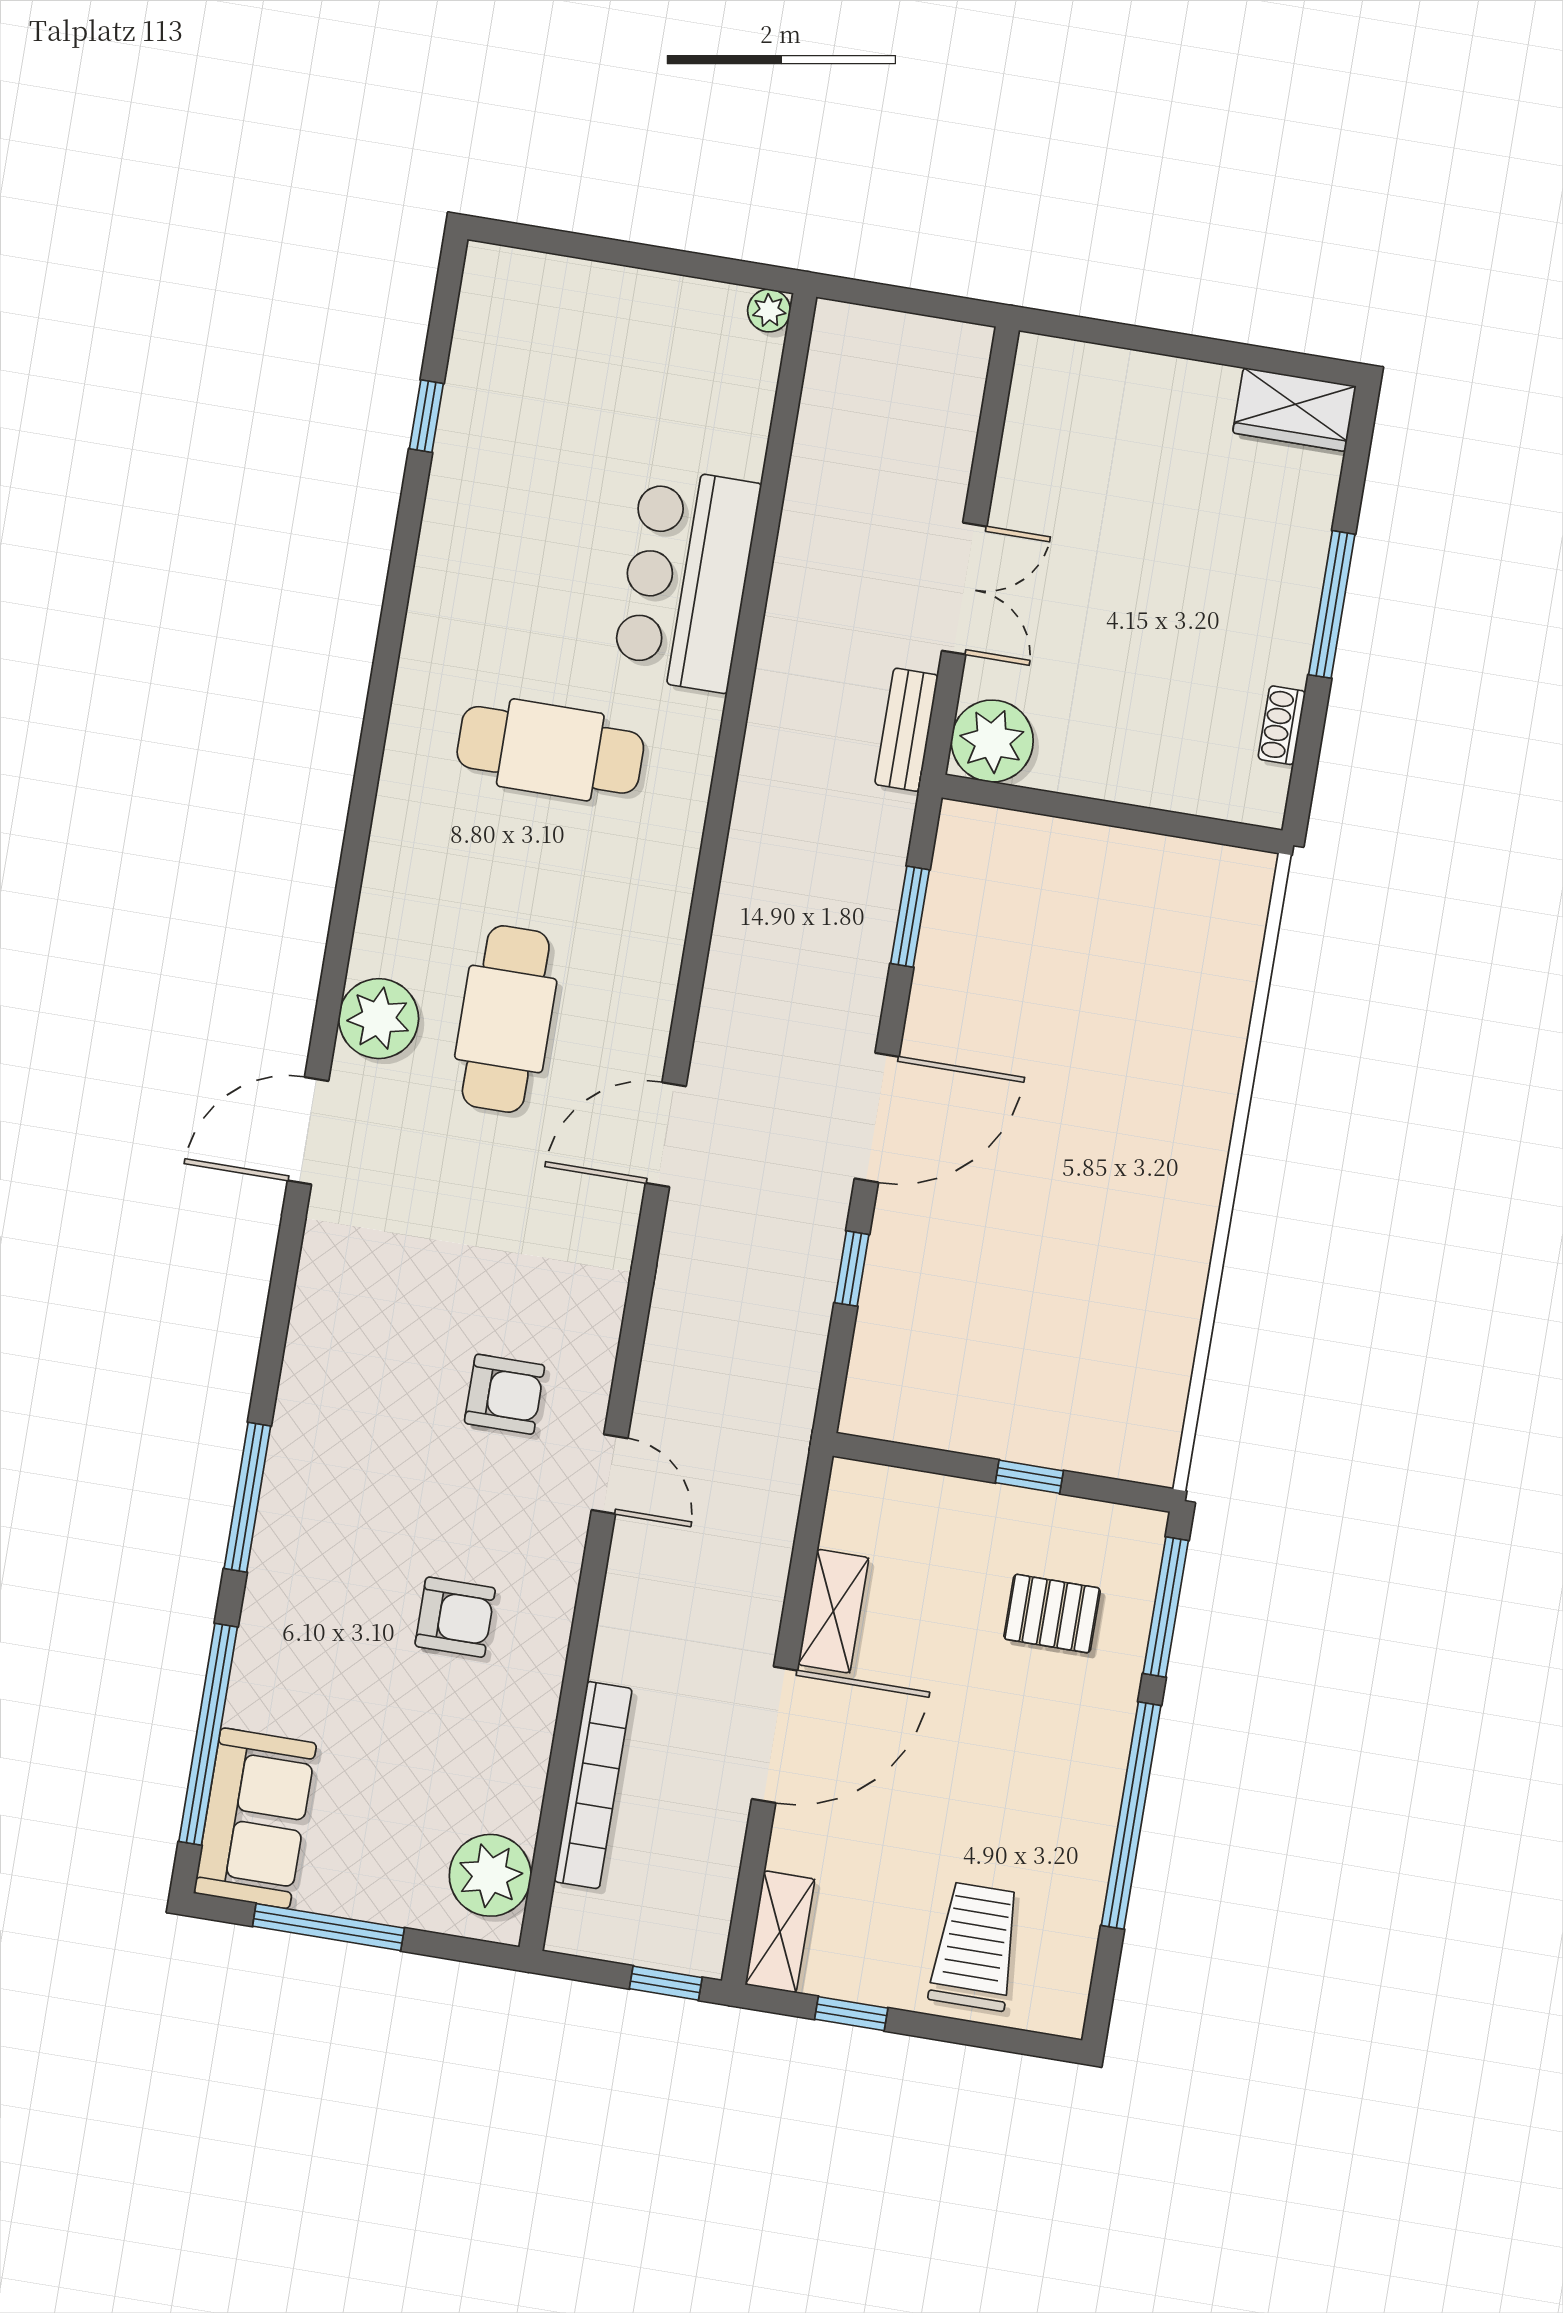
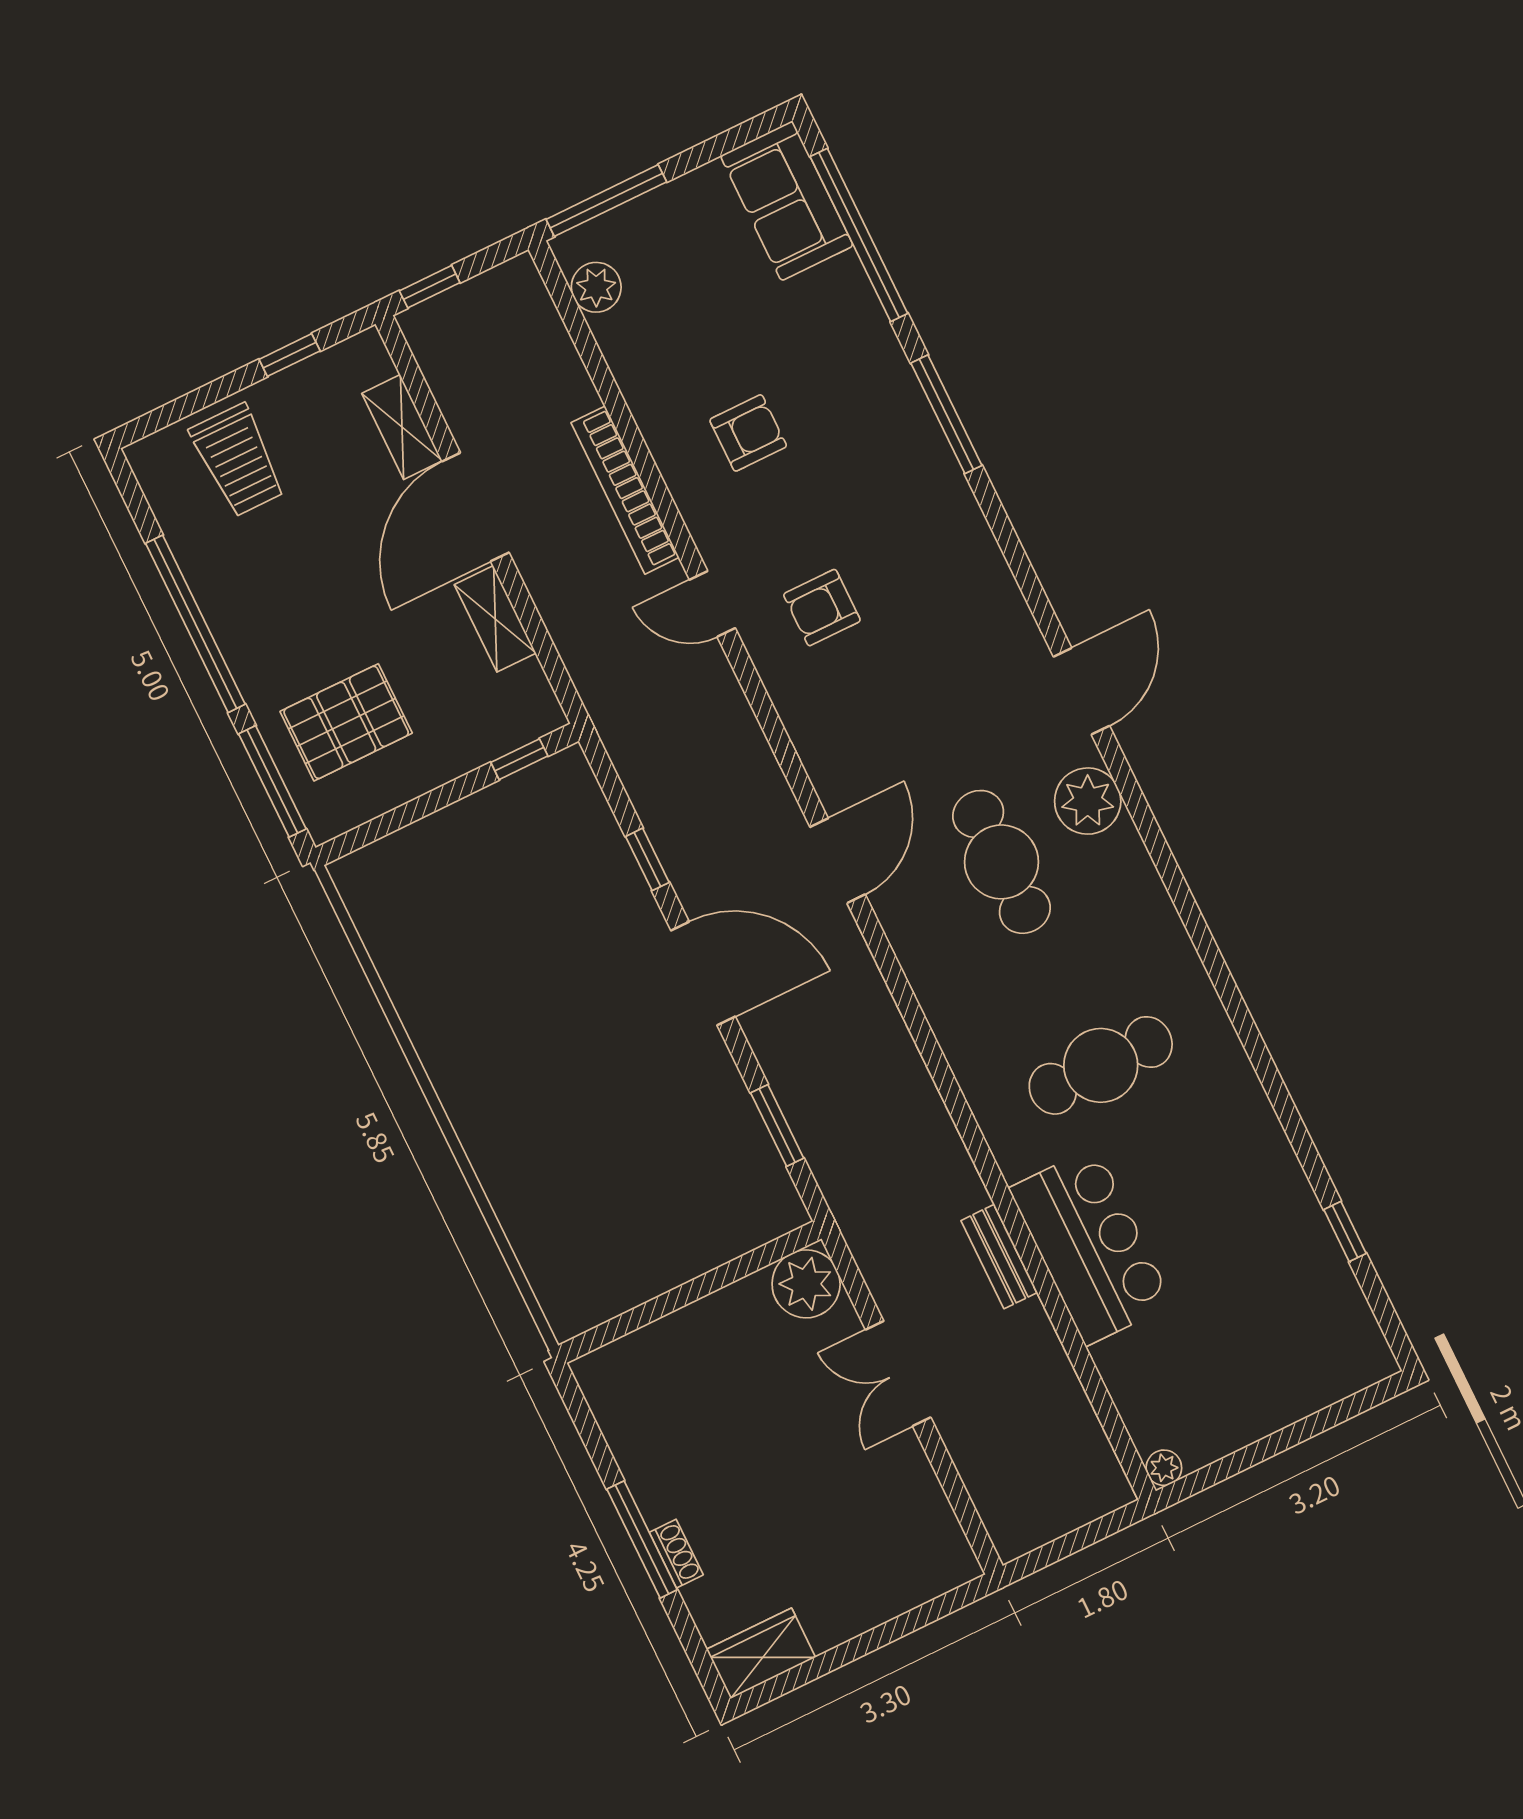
shoe rack: (1282, 725) -> (676, 1554), moved
bench: (906, 730) -> (999, 1256), moved
door: (877, 1118) -> (703, 974), swing flipped
window: (1029, 1477) -> (519, 759), moved
pallet: (1052, 1614) -> (346, 722), width x1.50, depth x1.42
armchair: (455, 1617) -> (748, 433), turned 180
bookcase: (593, 1785) -> (625, 490), moved
plant: (490, 1875) -> (596, 287), width x0.73, depth x0.73
window: (328, 1927) -> (606, 201), moved
shelving: (780, 1932) -> (402, 427), moved

